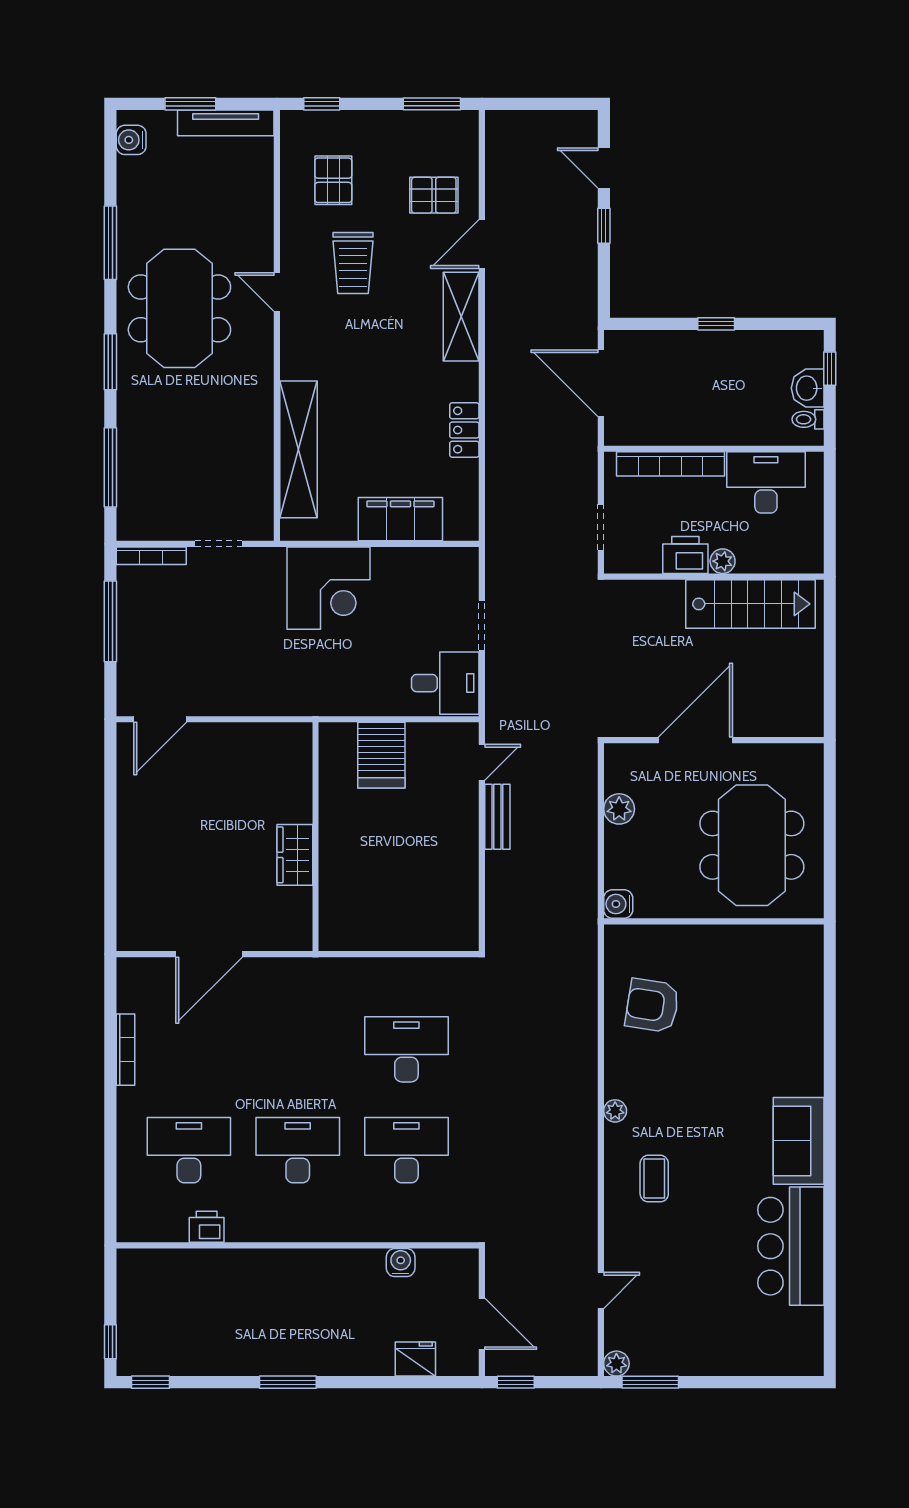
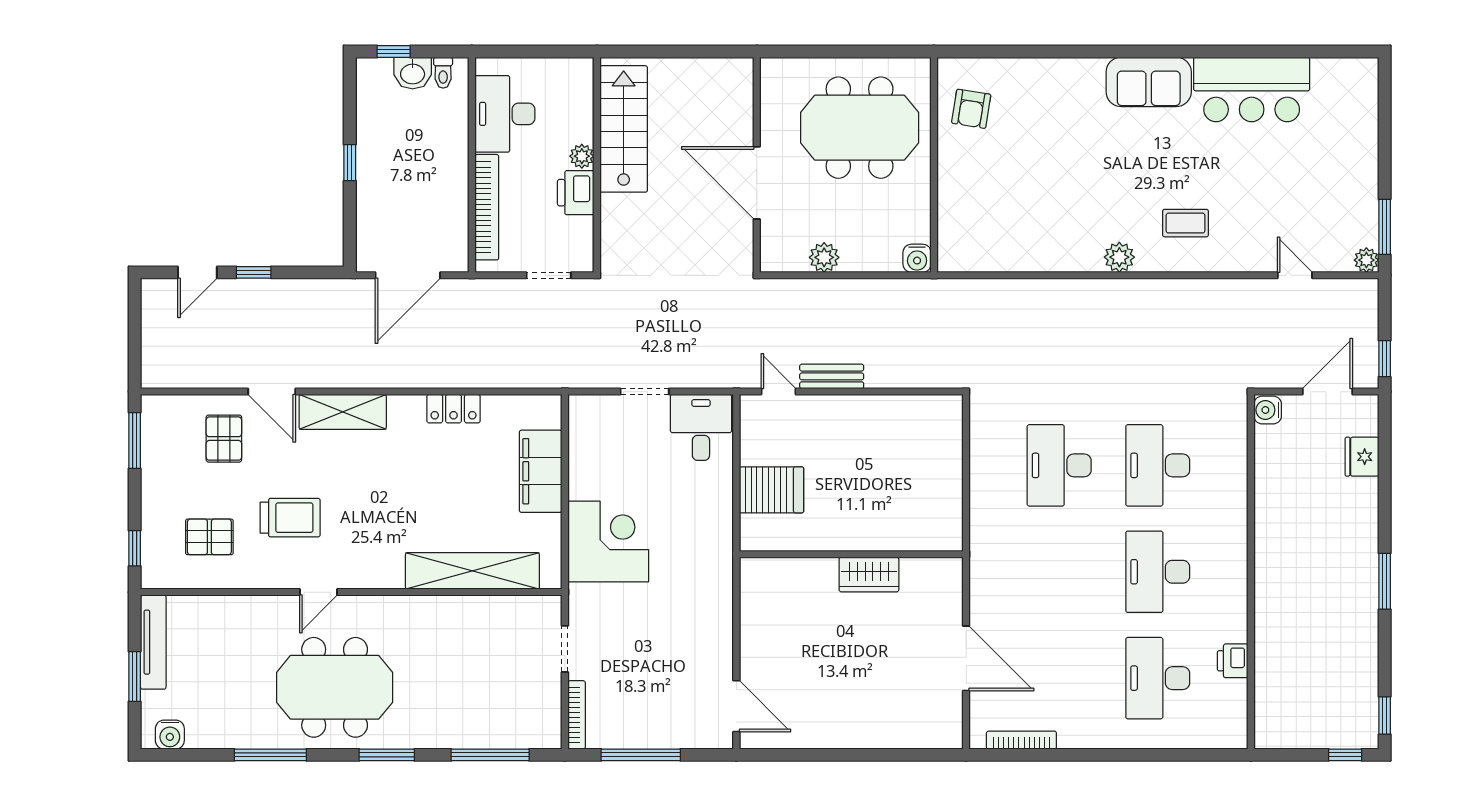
armchair: (652, 1006) -> (971, 109), moved, width x0.72, depth x0.72
bookcase: (125, 1050) -> (1021, 740), moved
plant: (615, 1111) -> (1119, 257), width x1.38, depth x1.38
water cooler: (401, 1263) -> (1268, 410), moved

